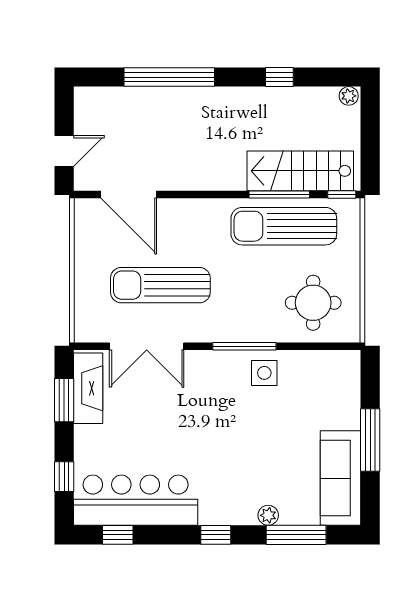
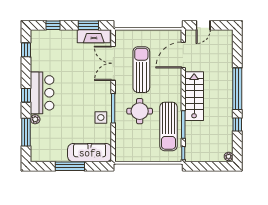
window: (169, 77) -> (237, 89), moved
door: (64, 151) -> (203, 25), hinge flipped
stairs: (300, 171) -> (194, 96), moved
sun lounger: (284, 226) -> (169, 127), turned 180
round table: (313, 303) -> (140, 111), moved
sofa: (341, 478) -> (90, 153), moved
bar counter: (136, 500) -> (42, 93), moved, width x0.73

